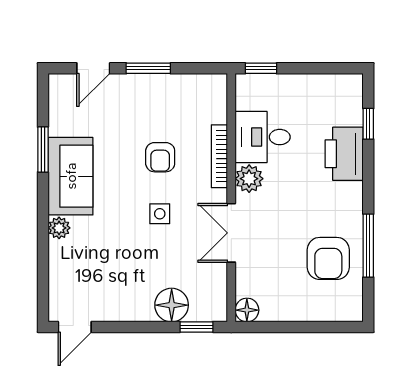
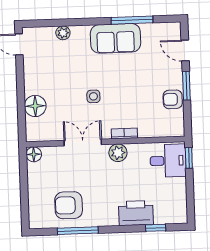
desk: (263, 137) -> (168, 161), moved, turned 90
window: (43, 149) -> (132, 20), width x1.44
bookcase: (219, 156) -> (124, 133), width x0.64
armchair: (160, 157) -> (173, 99), moved
plant: (59, 228) -> (63, 33), moved
window: (196, 327) -> (22, 122), removed

